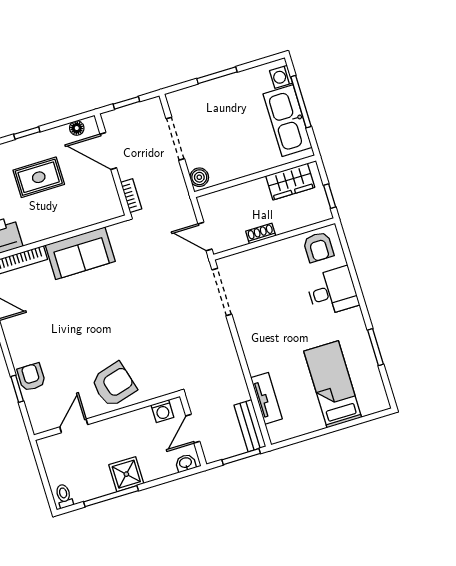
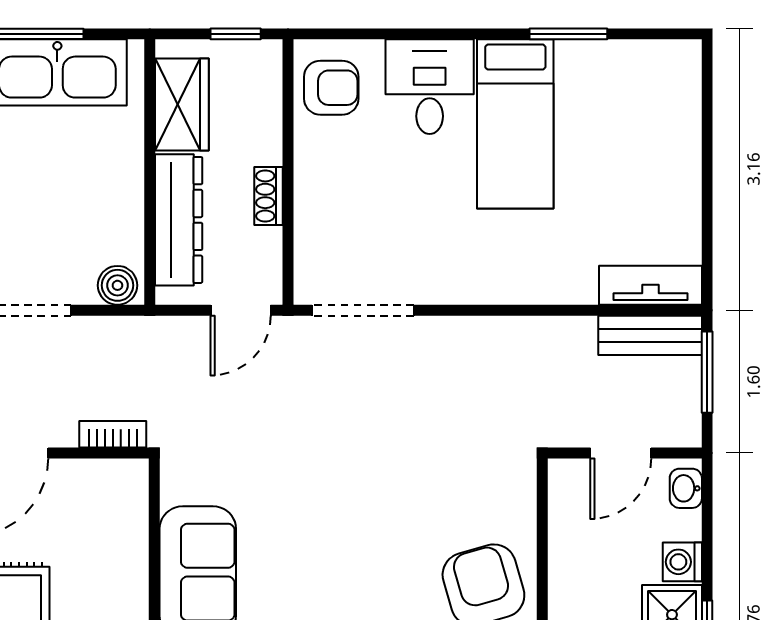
dresser: (237, 196) -> (179, 220), added
bed: (333, 384) -> (515, 124), moved, turned -90
tv unit: (266, 398) -> (650, 285), moved
washing machine: (162, 411) -> (682, 562), moved, turned 180
door: (193, 429) -> (621, 453), hinge flipped

